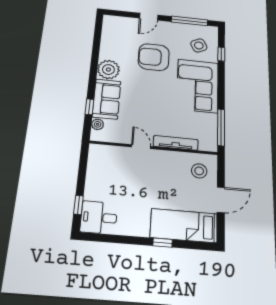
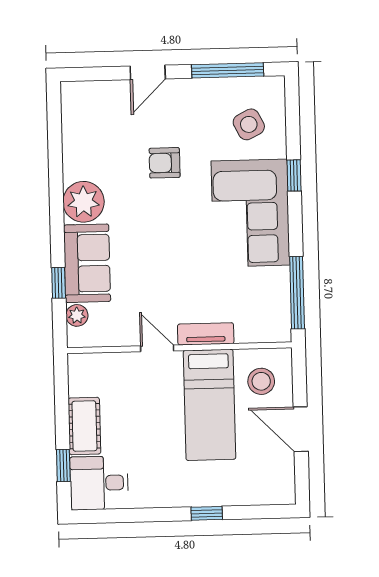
window: (221, 54) -> (294, 175), moved
armchair: (154, 57) -> (165, 163), width x0.53, depth x0.53
tv unit: (176, 143) -> (206, 334), width x0.71
cot: (94, 184) -> (84, 426), added
door: (221, 200) -> (301, 429), swing flipped
bed: (184, 226) -> (210, 405), moved, turned -90

